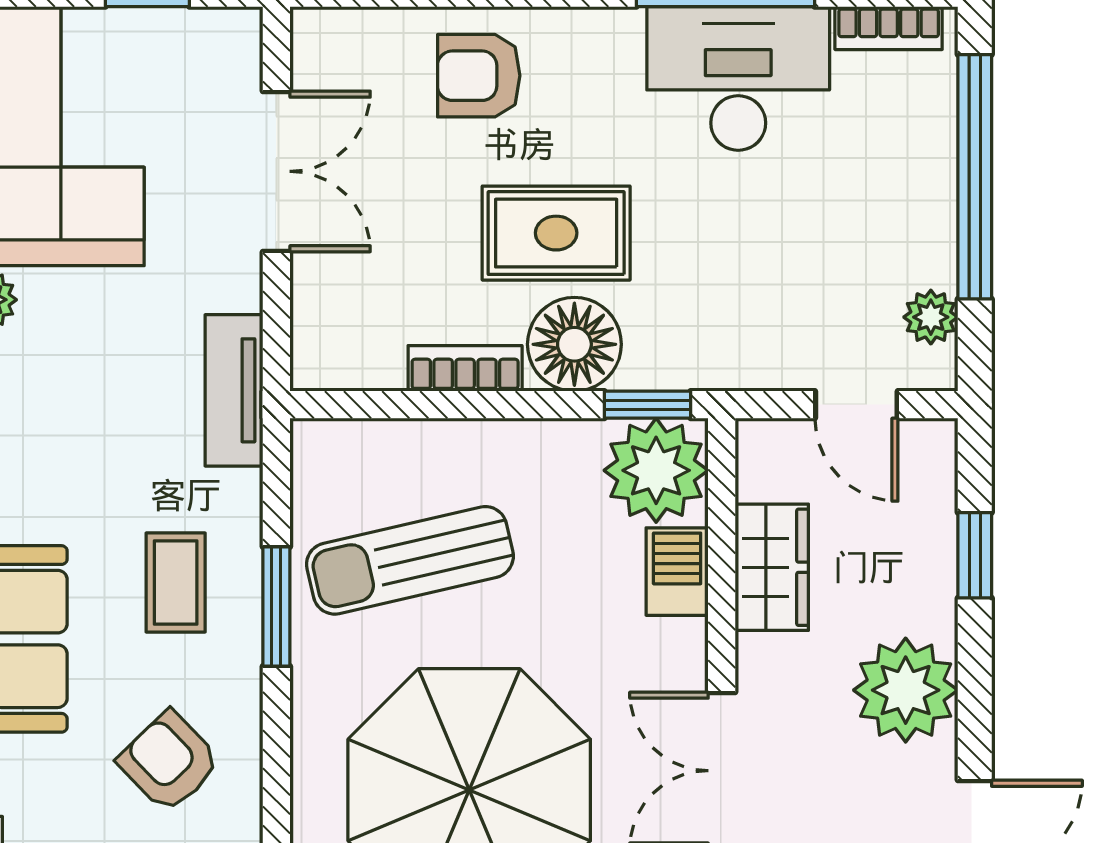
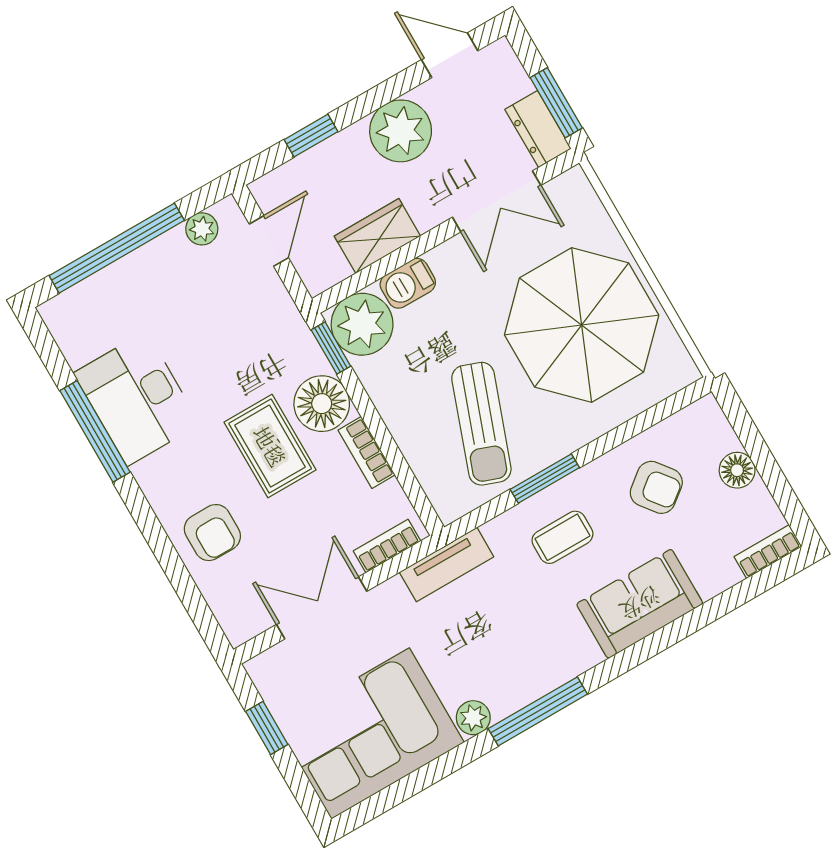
bookcase: (889, 28) -> (387, 546), moved, turned -90
sun lounger: (410, 560) -> (481, 424), turned 33
armchair: (169, 762) -> (656, 487), turned -84

